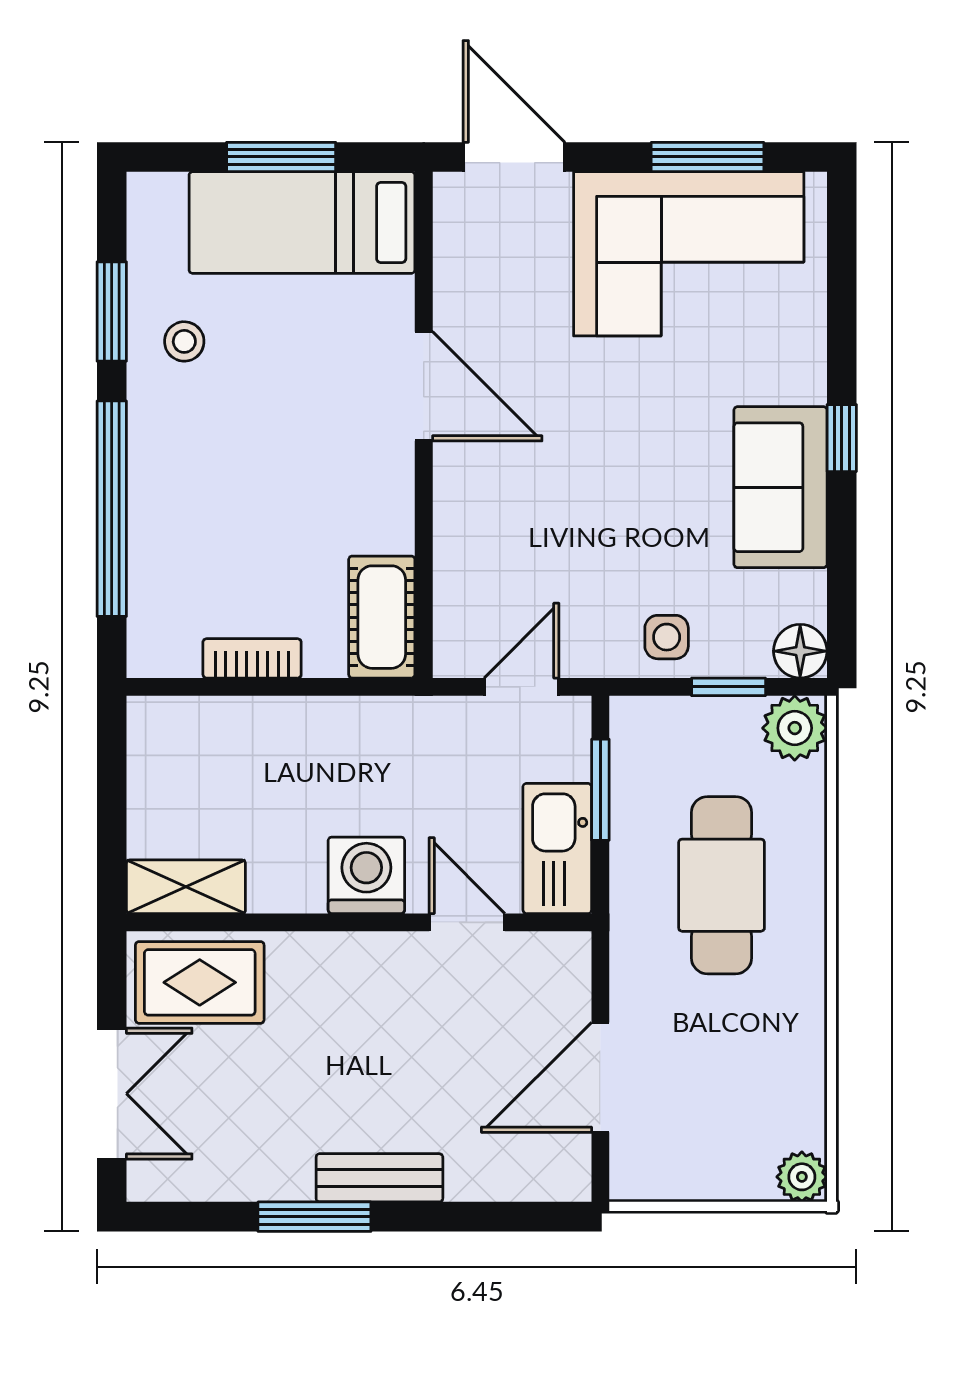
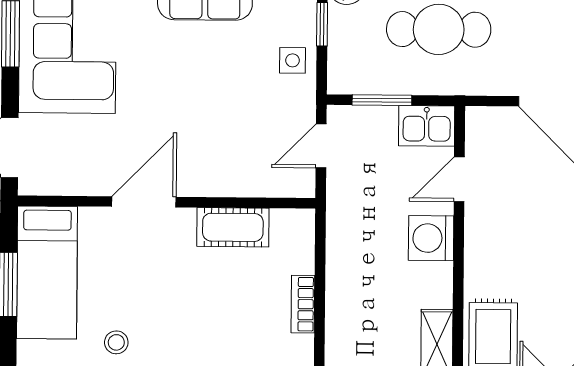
cot: (382, 617) -> (233, 227), moved
door: (522, 687) -> (321, 146), hinge flipped
kitchen sink: (557, 848) -> (427, 126), width x0.73

